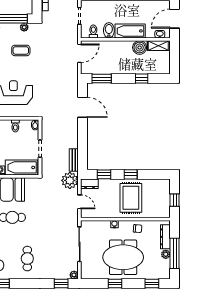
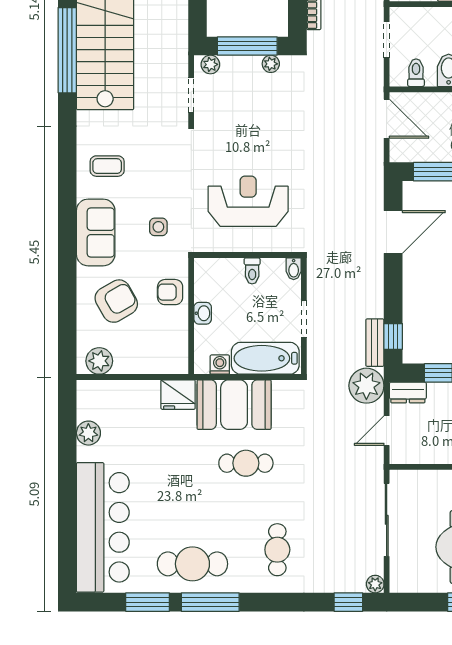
coffee table: (21, 50) -> (264, 113), removed
door: (79, 53) -> (387, 119), hinge flipped
door: (82, 107) -> (393, 232), hinge flipped
window: (82, 157) -> (393, 336), added
door: (79, 202) -> (387, 431), swing flipped

